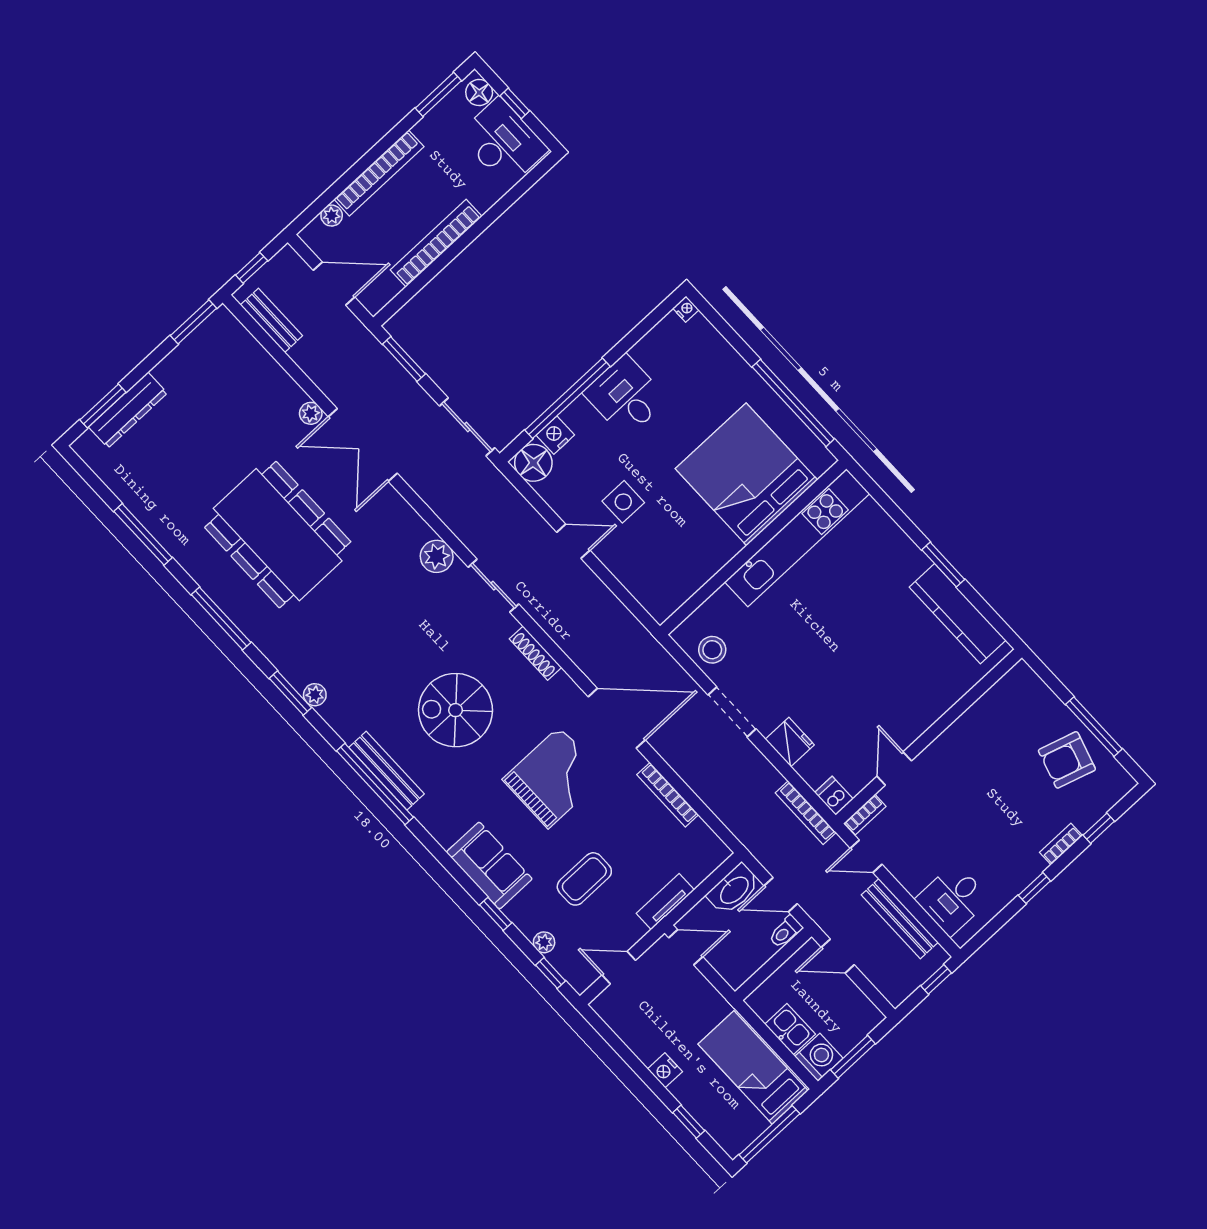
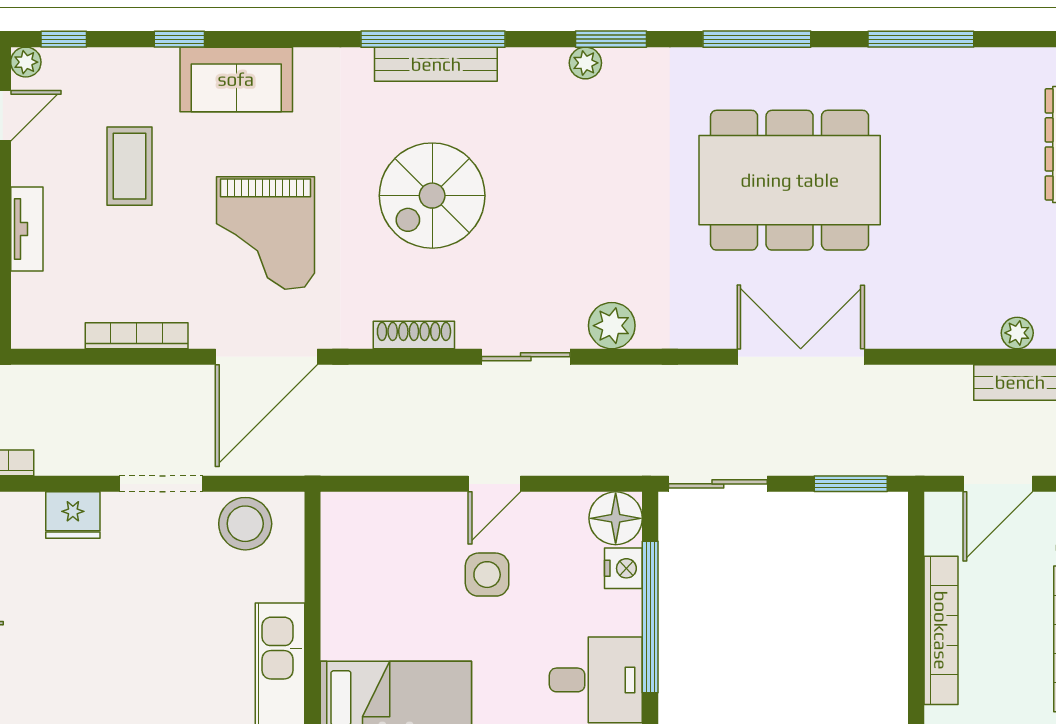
plant: (311, 413) -> (1017, 333), moved
stool: (712, 650) -> (245, 524), width x1.38, depth x1.38
spiral stairs: (456, 710) -> (432, 196), turned 180
plant: (544, 942) -> (26, 62), moved

